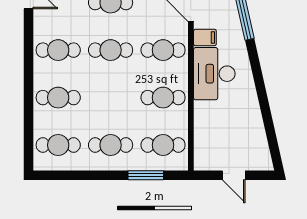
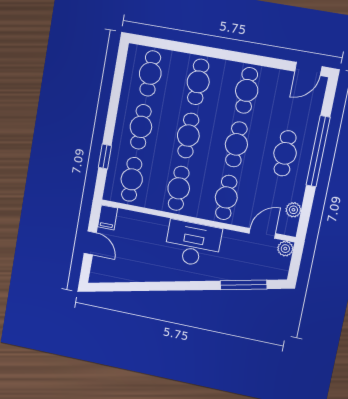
filing cabinet: (205, 38) -> (108, 217), moved
cafe table: (111, 98) -> (188, 136), added
window: (146, 175) -> (105, 156), width x0.67
door: (234, 175) -> (90, 243), swing flipped

